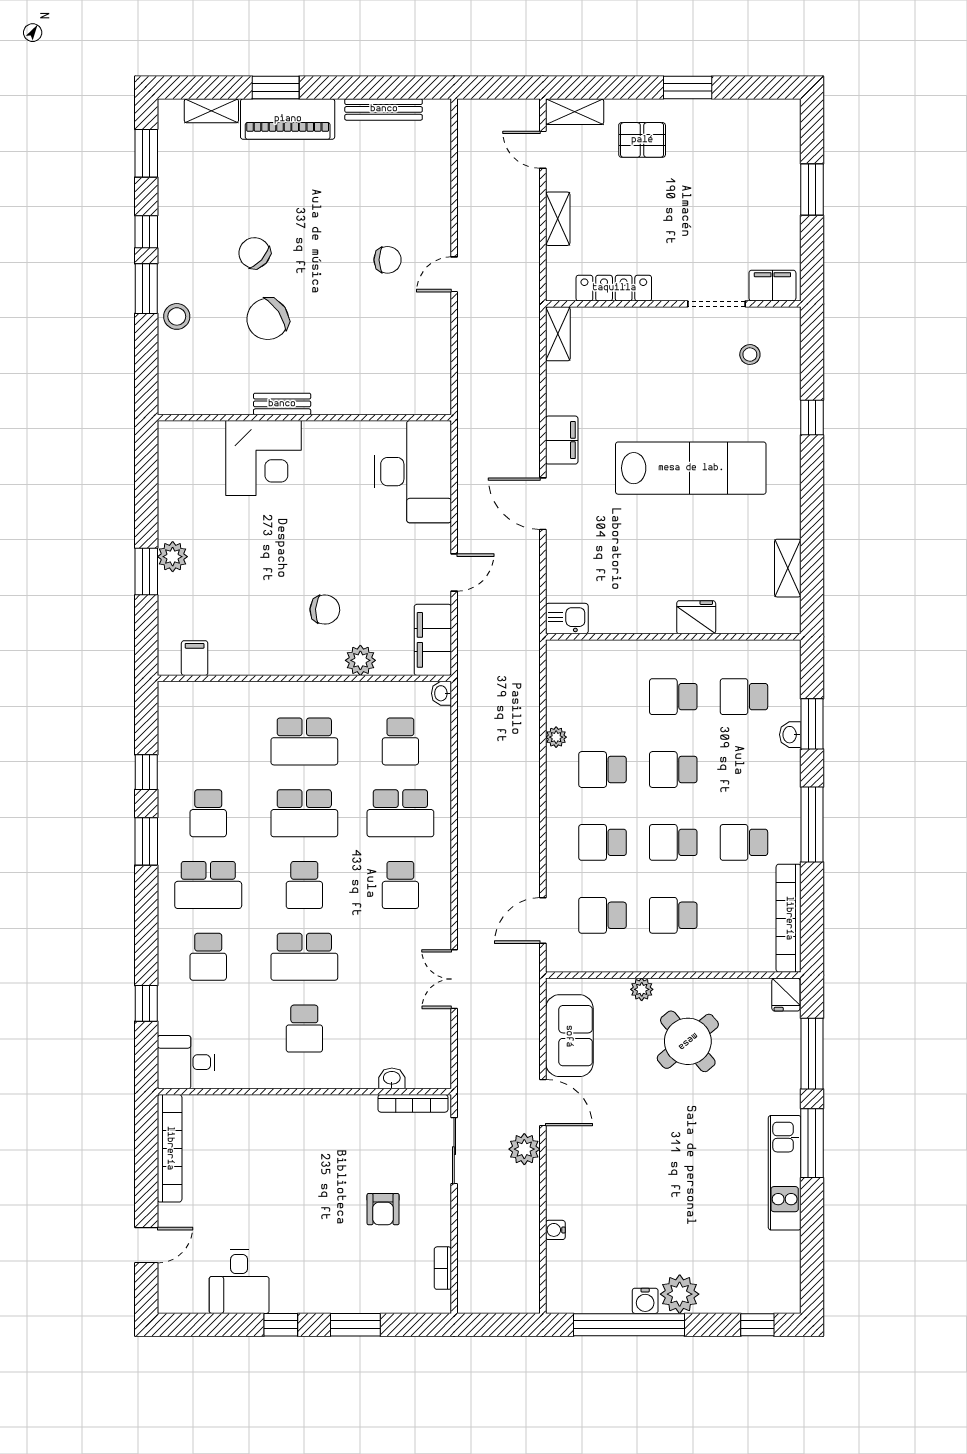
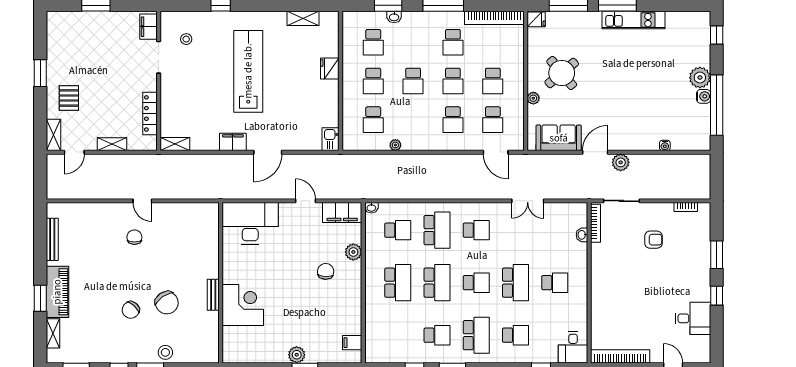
school desk: (603, 770) -> (373, 120), moved

